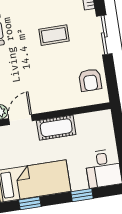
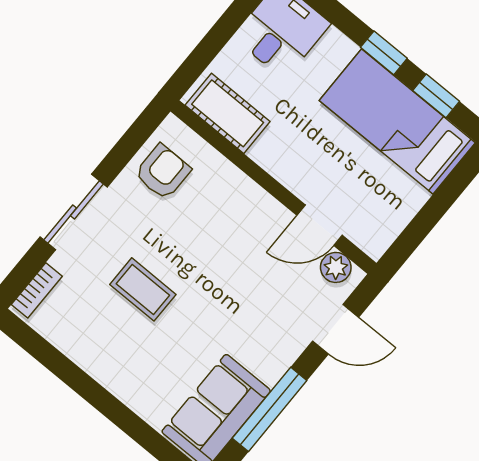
cot: (56, 128) -> (228, 113), moved
window: (82, 195) -> (384, 53), moved

